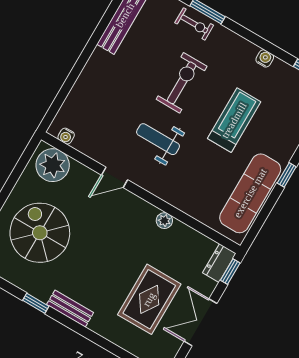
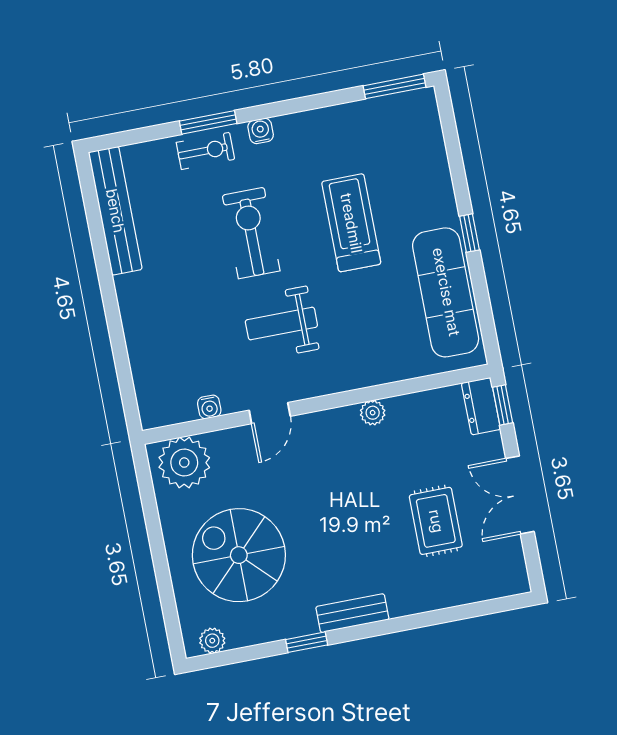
water cooler: (265, 58) -> (261, 131), moved
water cooler: (66, 136) -> (209, 407), moved
rug: (149, 299) -> (436, 521), width x0.73, depth x0.70

